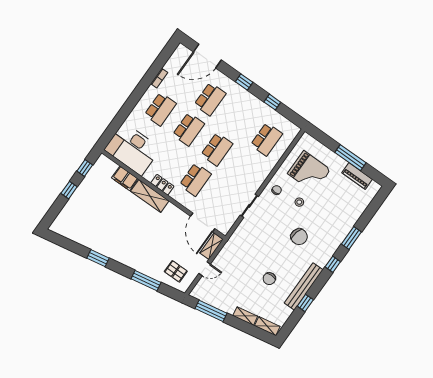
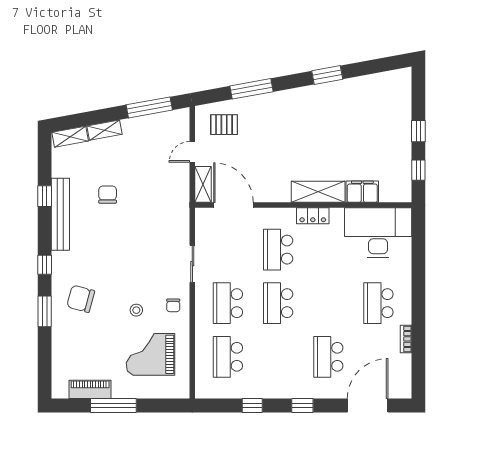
school desk: (189, 129) -> (228, 303), moved
chair: (299, 237) -> (81, 299), moved

